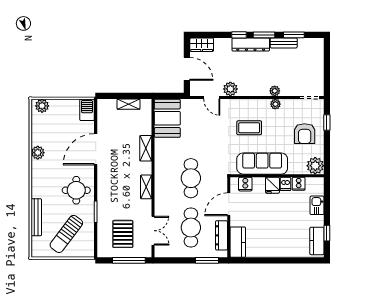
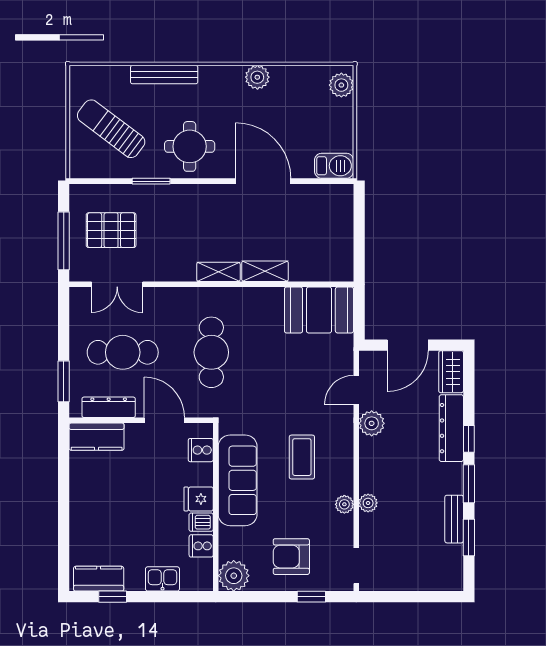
dresser: (251, 45) -> (451, 428), moved
shelving: (128, 104) -> (344, 240), removed
cafe table: (191, 178) -> (211, 352), turned 90
shelving: (146, 187) -> (218, 272), moved
bench: (36, 217) -> (164, 75), moved

